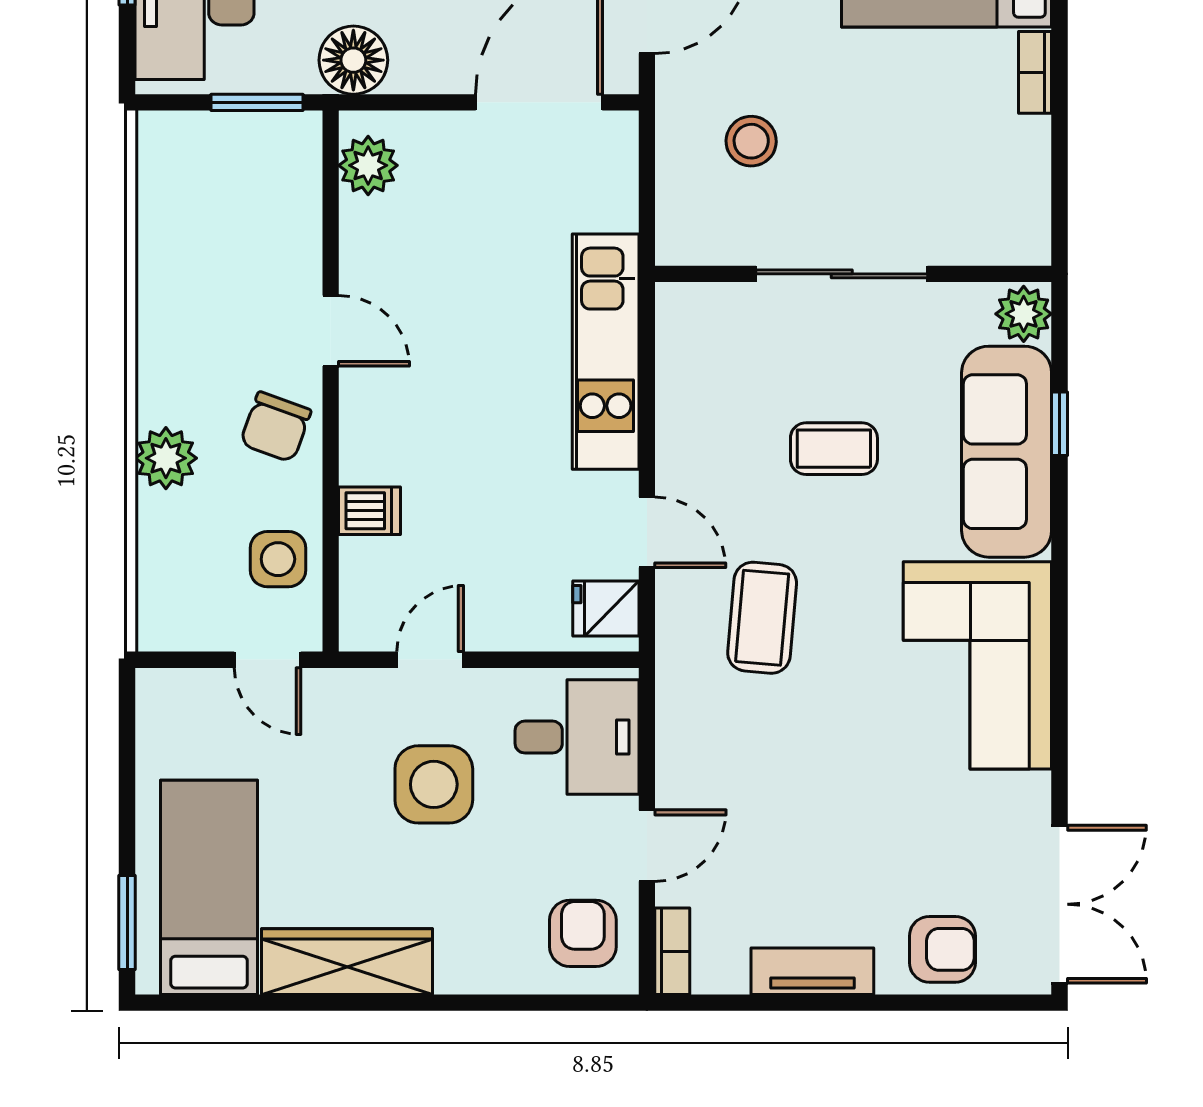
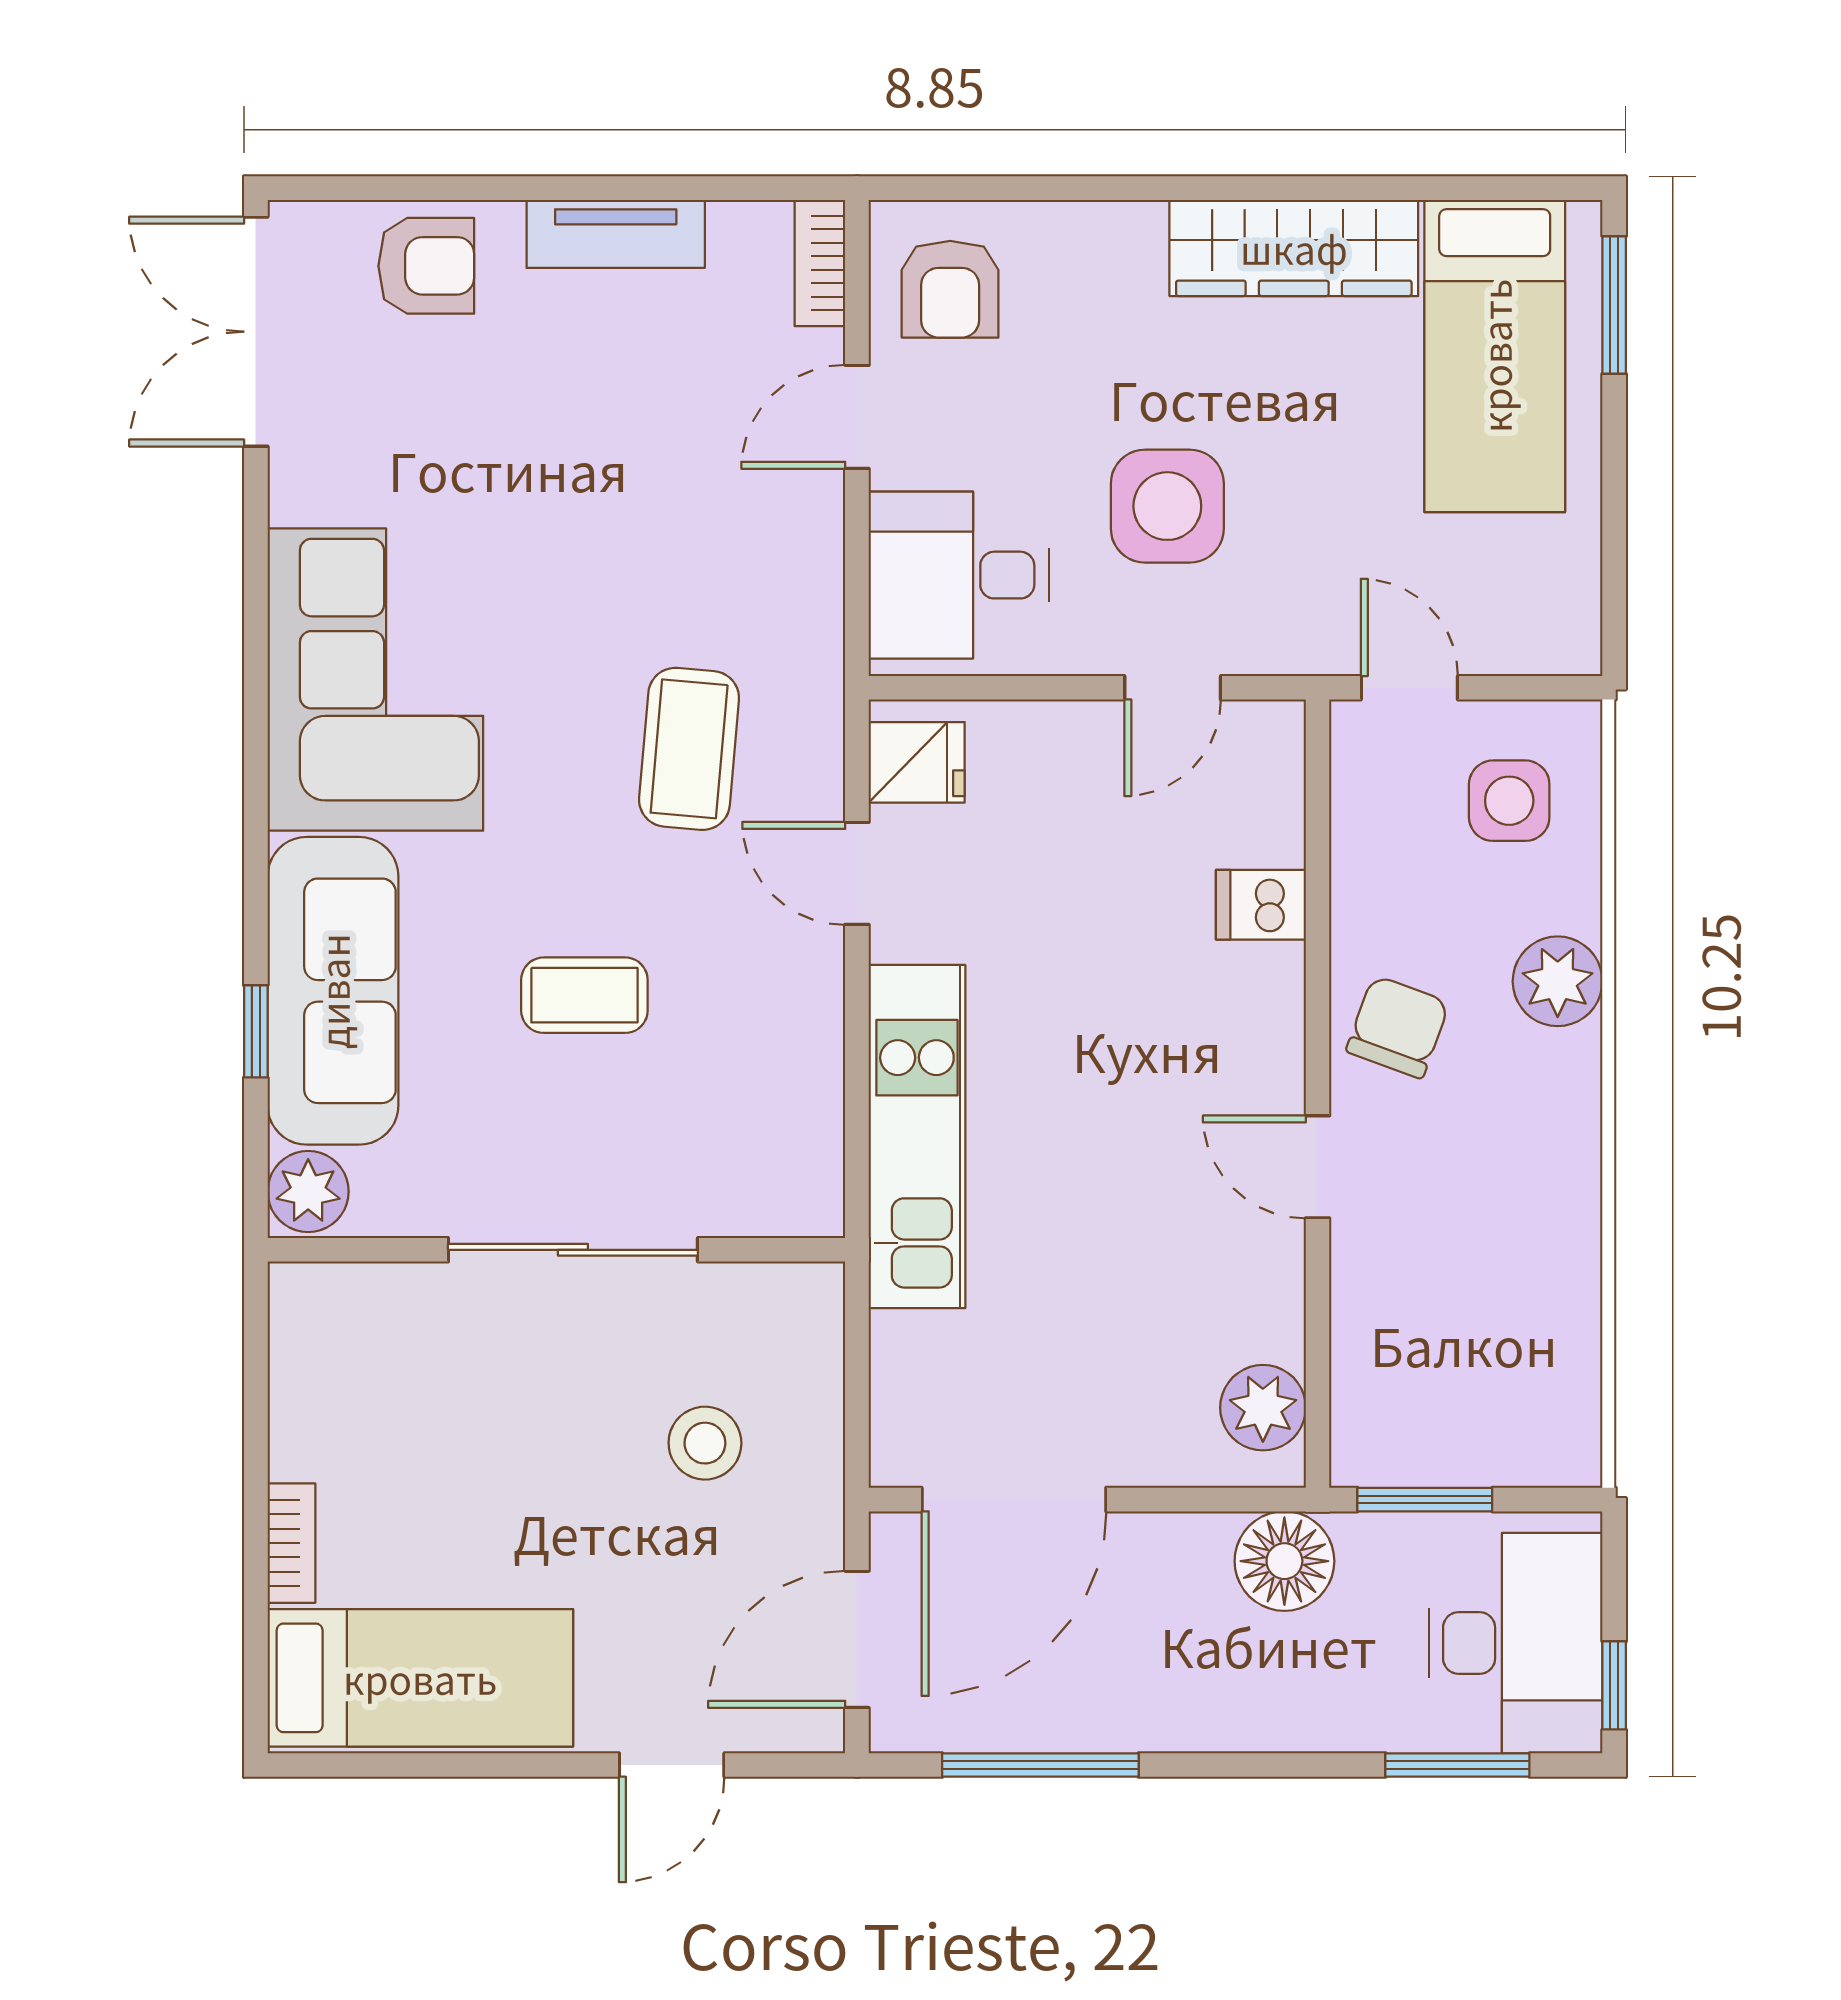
side table: (278, 559) -> (1509, 801), moved
armchair: (942, 949) -> (426, 266), turned 180

